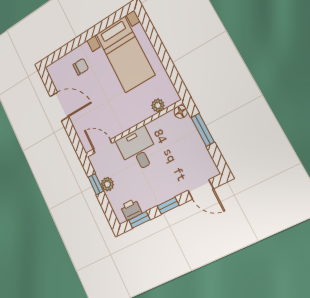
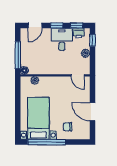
window: (97, 29) -> (47, 142), added
window: (203, 130) -> (18, 55), width x1.44
desk: (138, 150) -> (62, 39), moved, turned 180
window: (96, 184) -> (92, 40), moved
door: (201, 189) -> (35, 25), swing flipped

